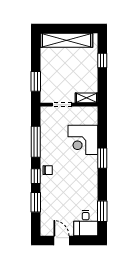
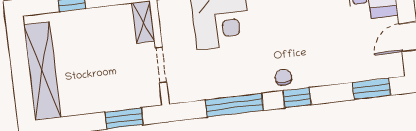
window: (36, 202) -> (372, 89), moved

